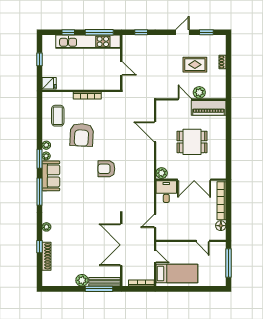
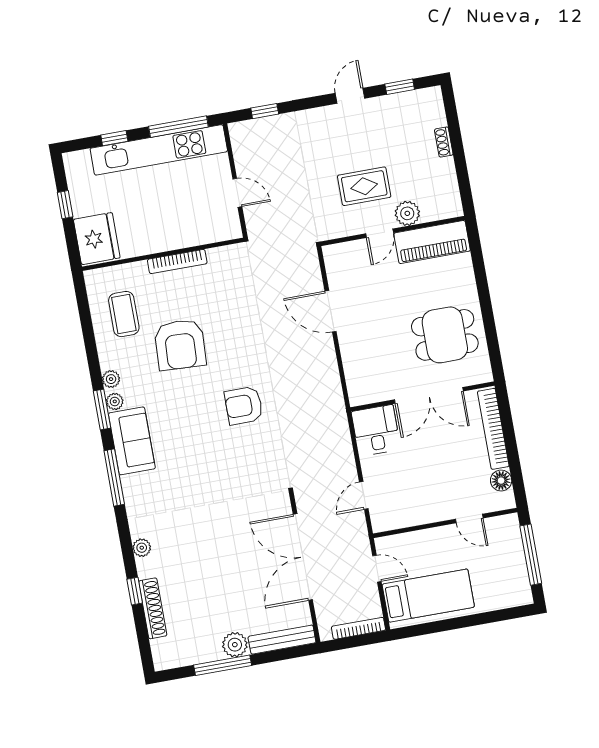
rug: (195, 65) -> (364, 186), moved
fridge: (49, 83) -> (97, 239), width x1.88, depth x1.34
door: (185, 99) -> (380, 233), swing flipped
dining table: (192, 142) -> (445, 335), moved
plant: (162, 173) -> (359, 394), removed
window: (99, 289) -> (223, 665), moved

